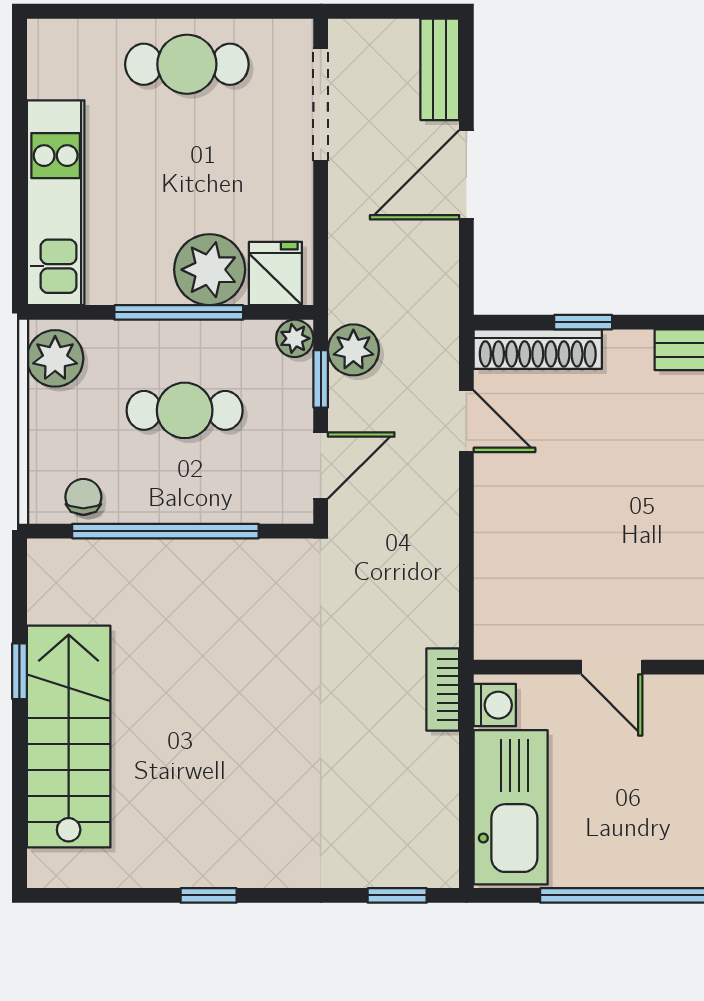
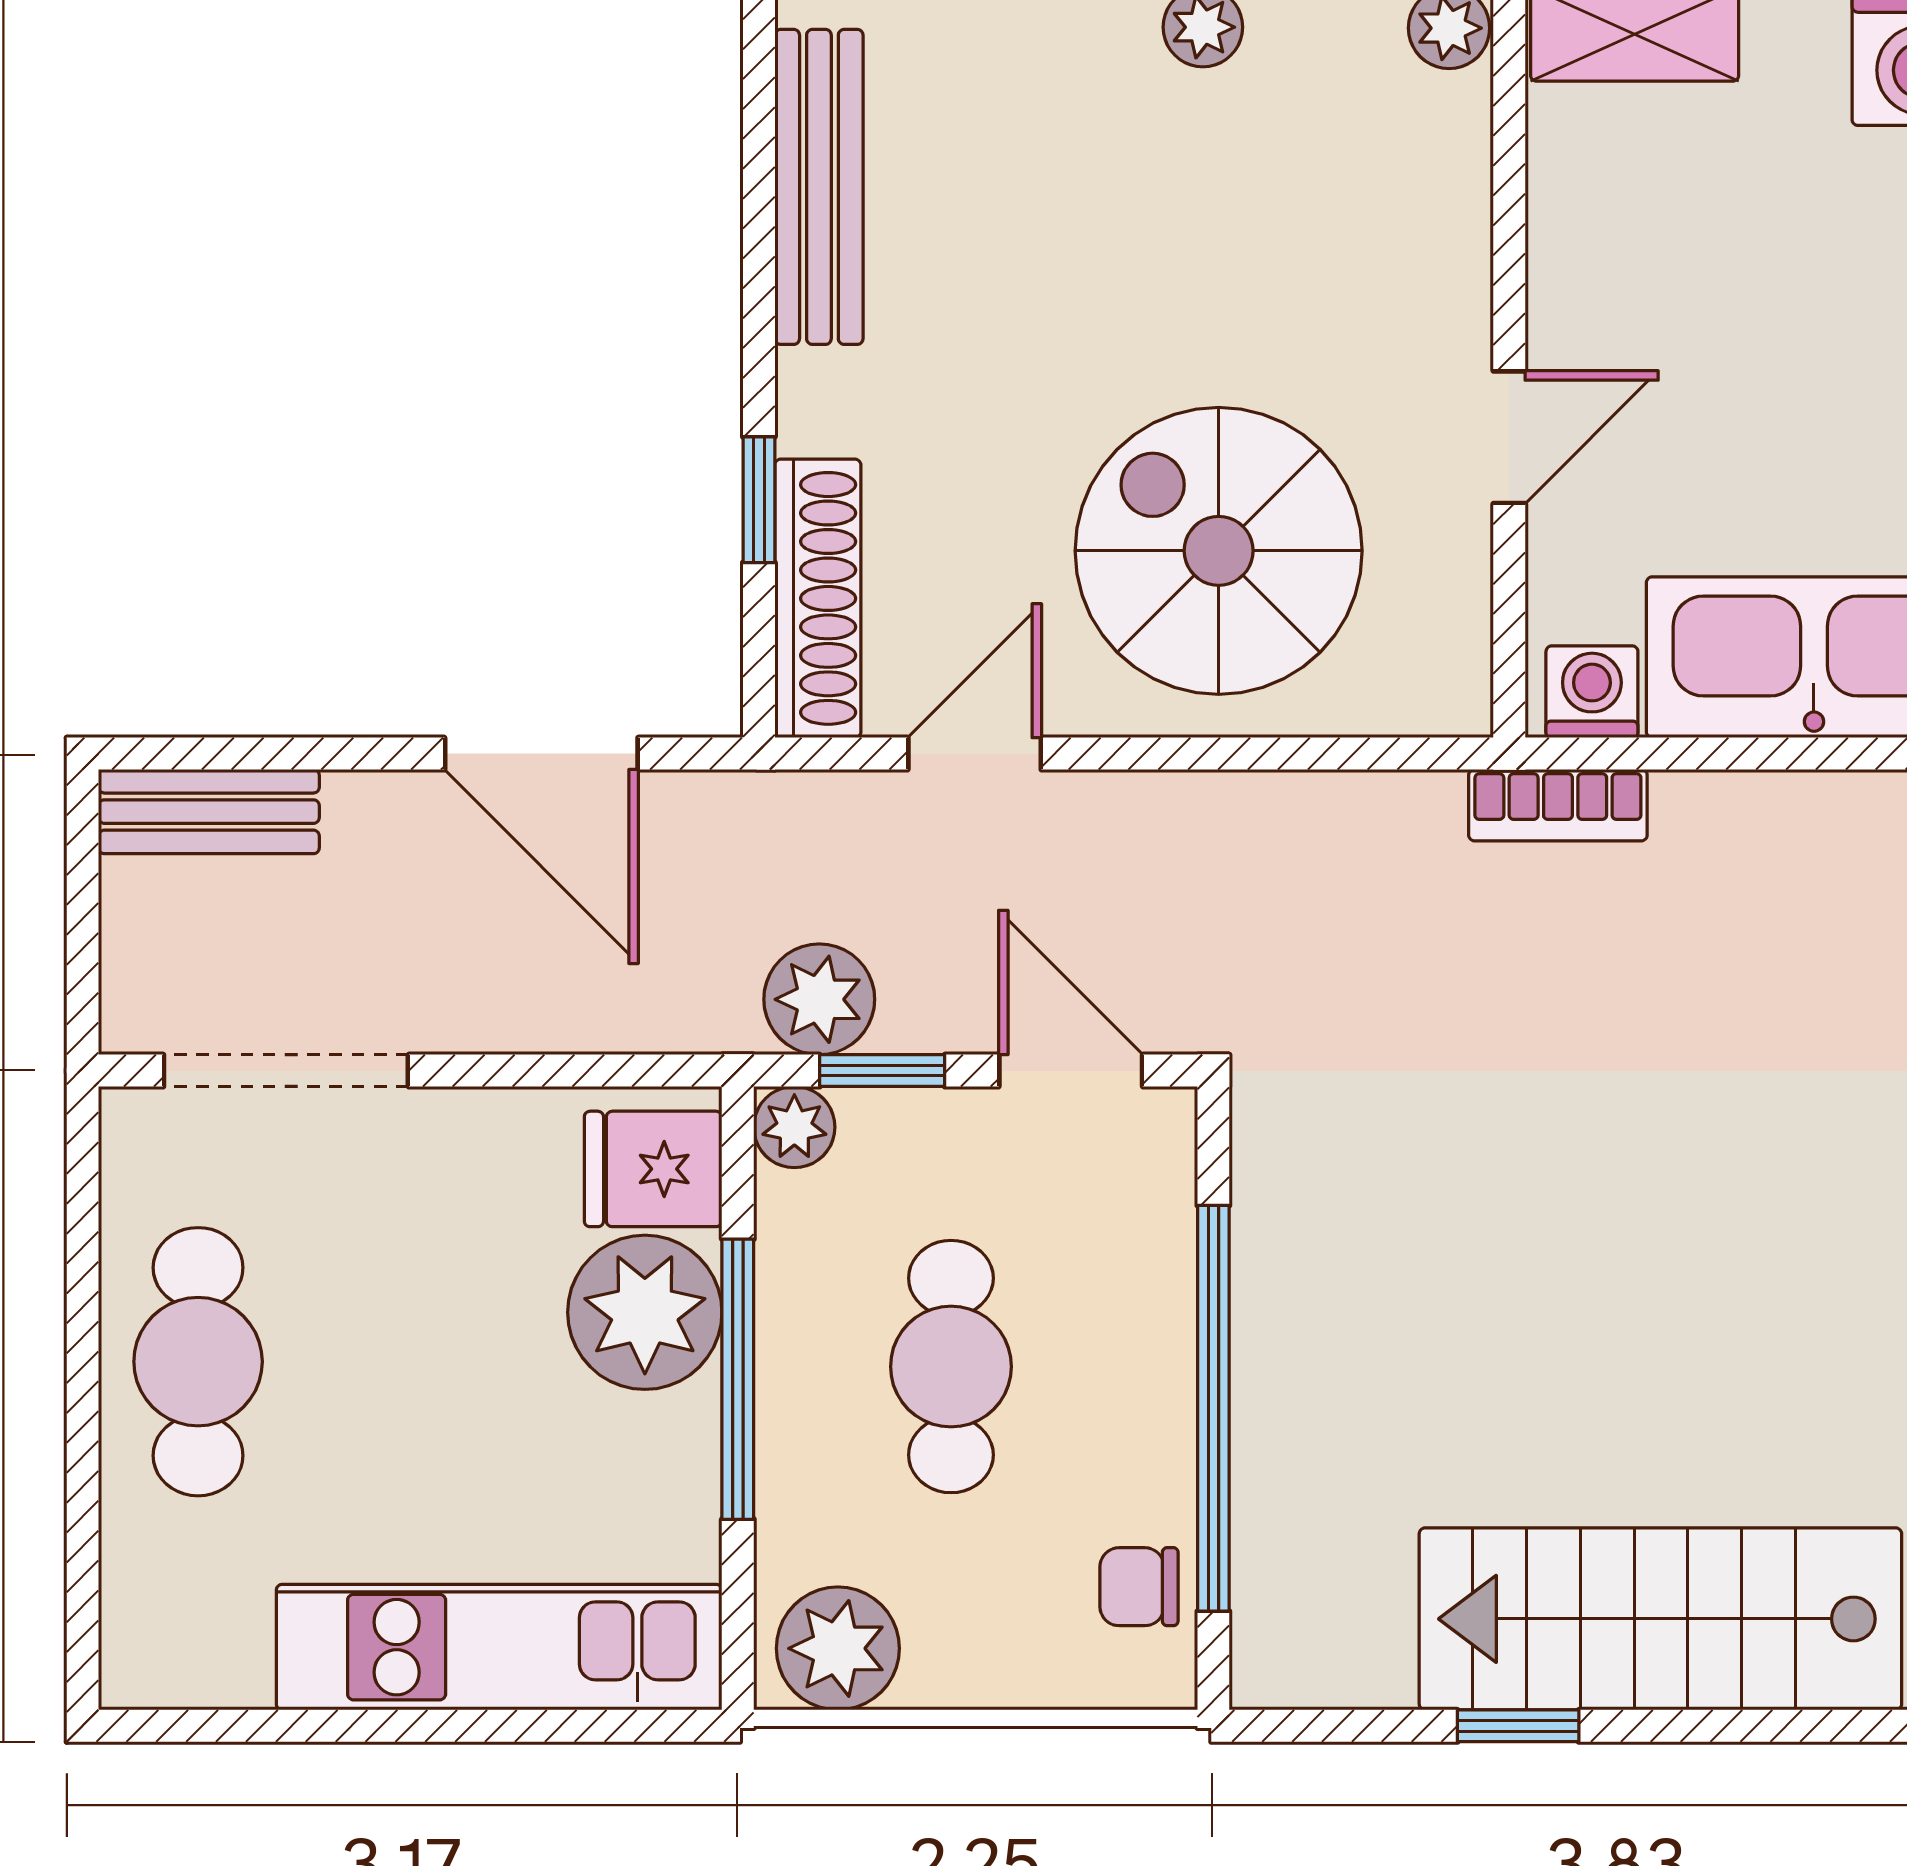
door: (466, 175) -> (541, 754), moved
spiral stairs: (560, 533) -> (1219, 551), added

